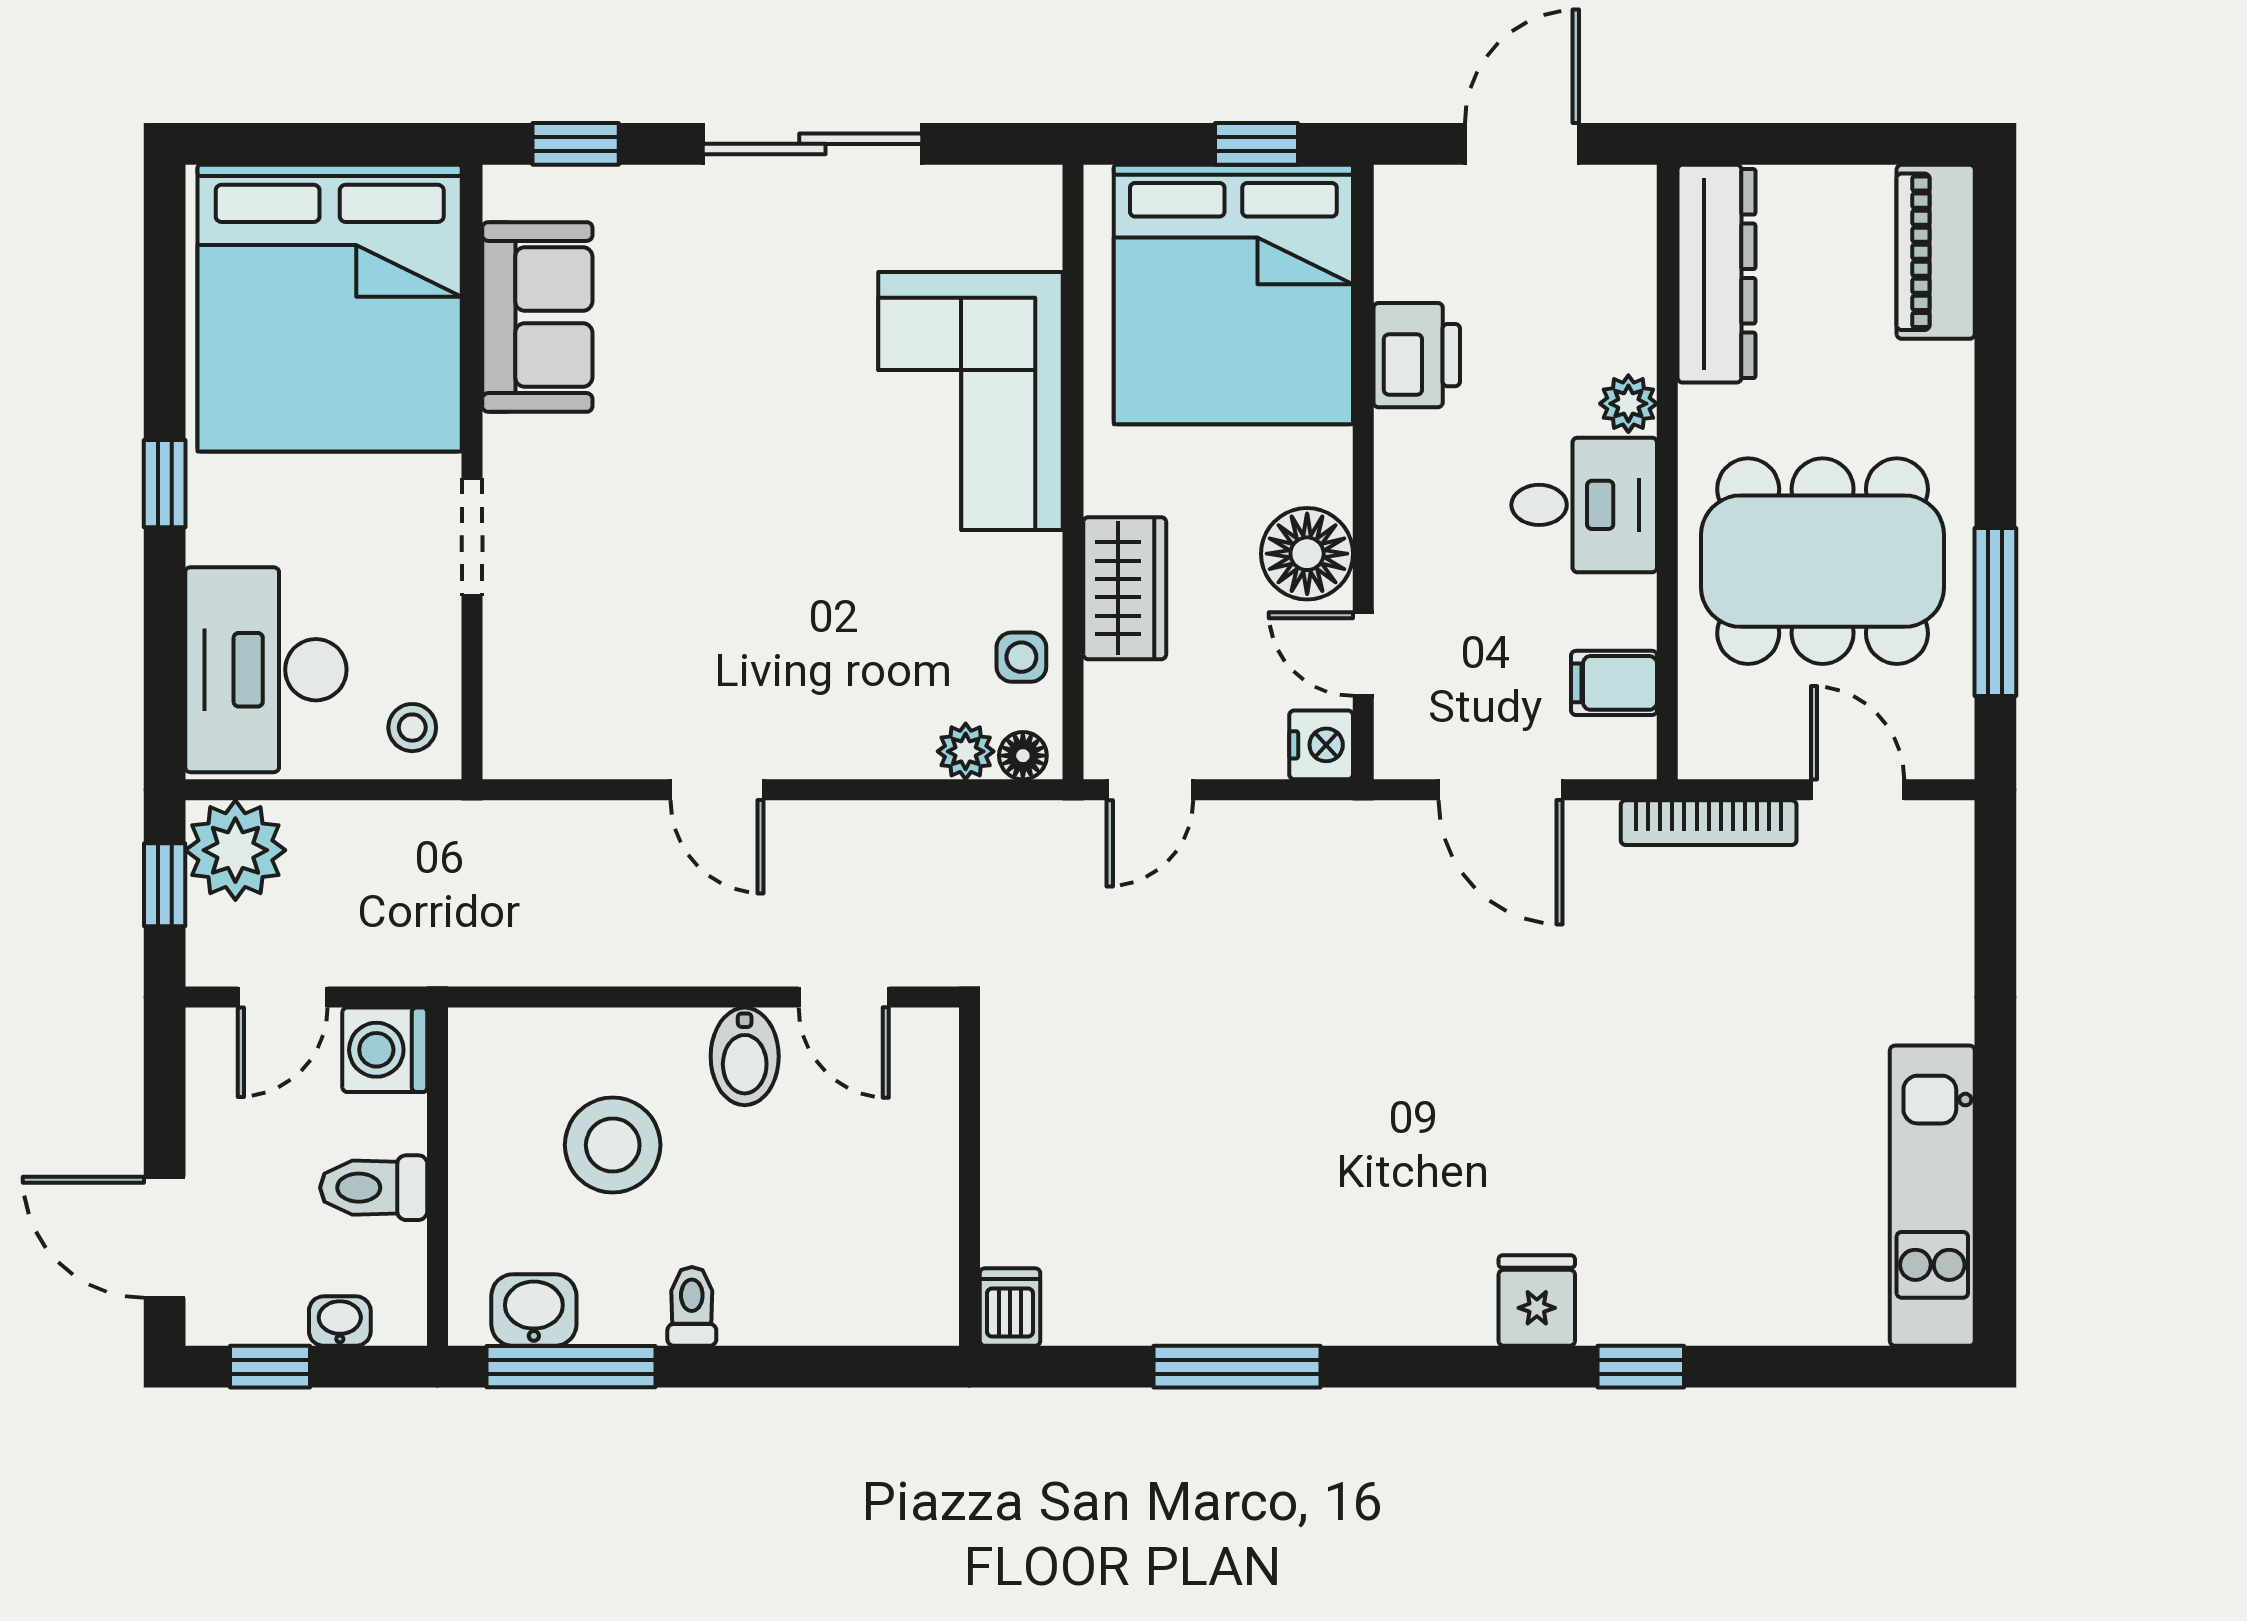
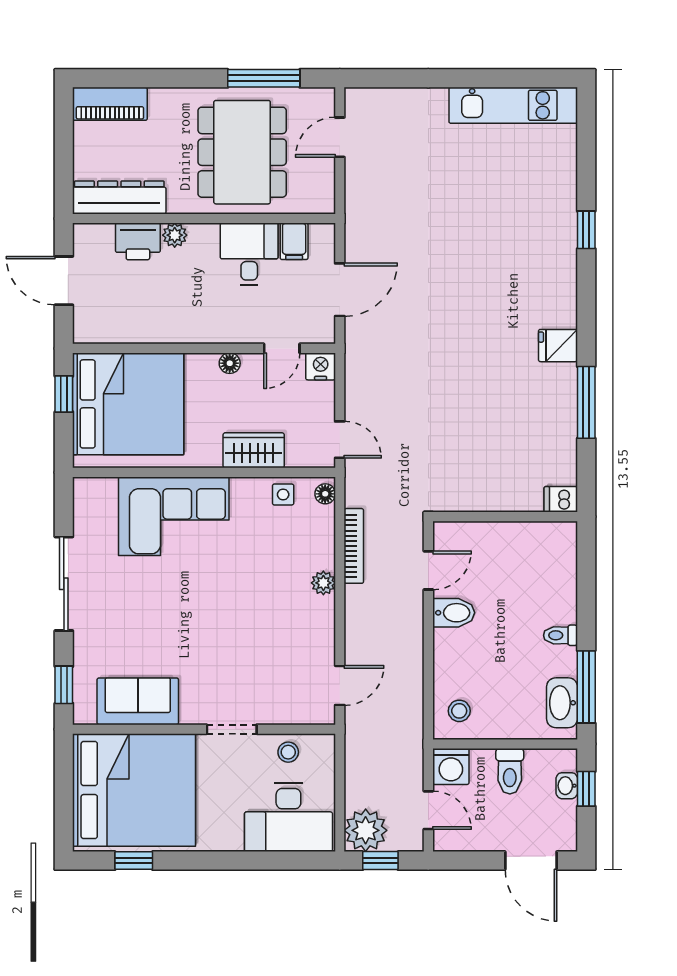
printer: (1417, 355) -> (138, 241), moved, turned 180
window: (165, 484) -> (134, 861), moved
desk: (1584, 505) -> (249, 254), moved
floor lamp: (1307, 554) -> (230, 363), width x0.53, depth x0.53
stool: (412, 728) -> (288, 752), moved
plant: (966, 751) -> (323, 583), moved
door: (717, 790) -> (340, 685), moved
bookcase: (1709, 823) -> (354, 546), moved
stool: (613, 1145) -> (459, 711), moved, width x0.53, depth x0.53
door: (165, 1237) -> (531, 861), hinge flipped
fridge: (1537, 1301) -> (558, 346), moved
washbasin: (534, 1310) -> (562, 703), width x1.38
window: (270, 1367) -> (586, 789), moved

